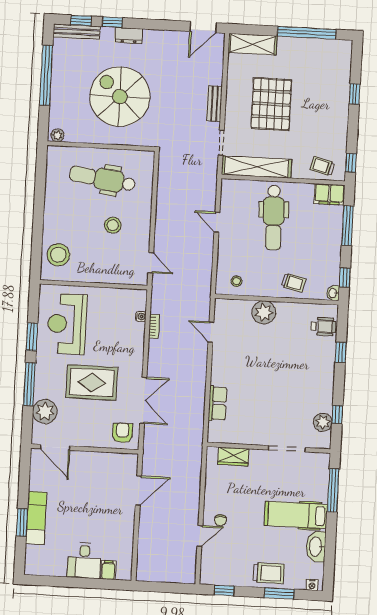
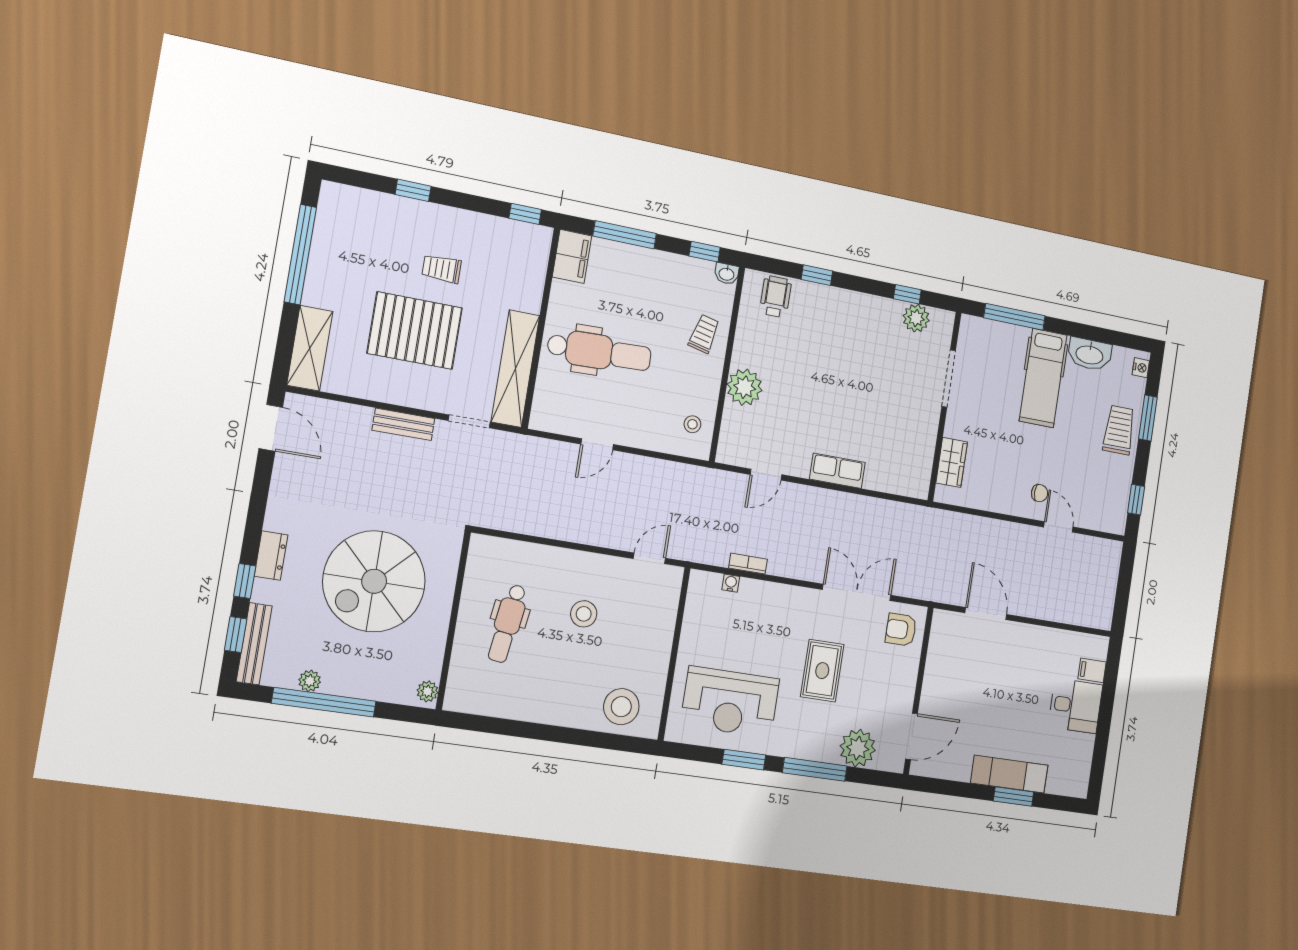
plant: (58, 66) -> (310, 681), added
trolley: (322, 166) -> (442, 269), moved, turned 75
dental chair: (102, 179) -> (507, 624), width x0.73, depth x0.72
rug: (92, 383) -> (822, 671), width x0.73, depth x0.70
row of seats: (217, 403) -> (837, 471), moved

